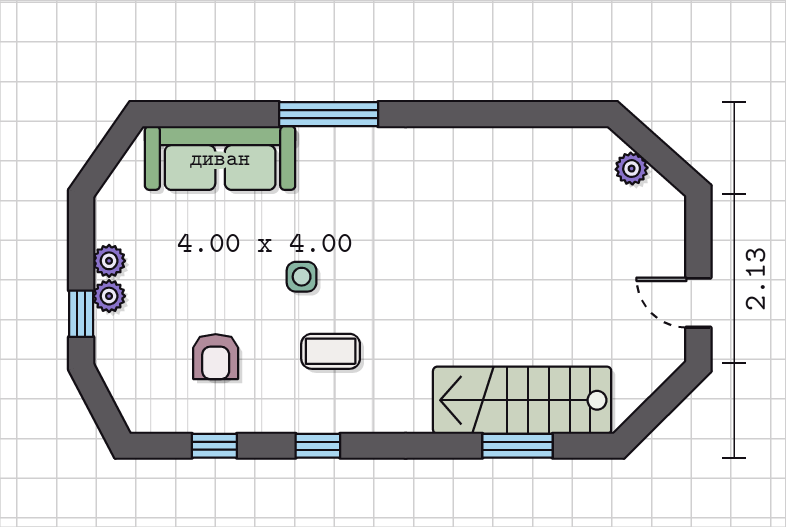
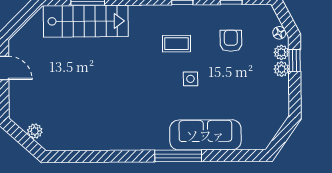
sofa: (220, 158) -> (205, 135), moved
plant: (109, 261) -> (281, 52), moved
floor lamp: (113, 373) -> (279, 33), added

